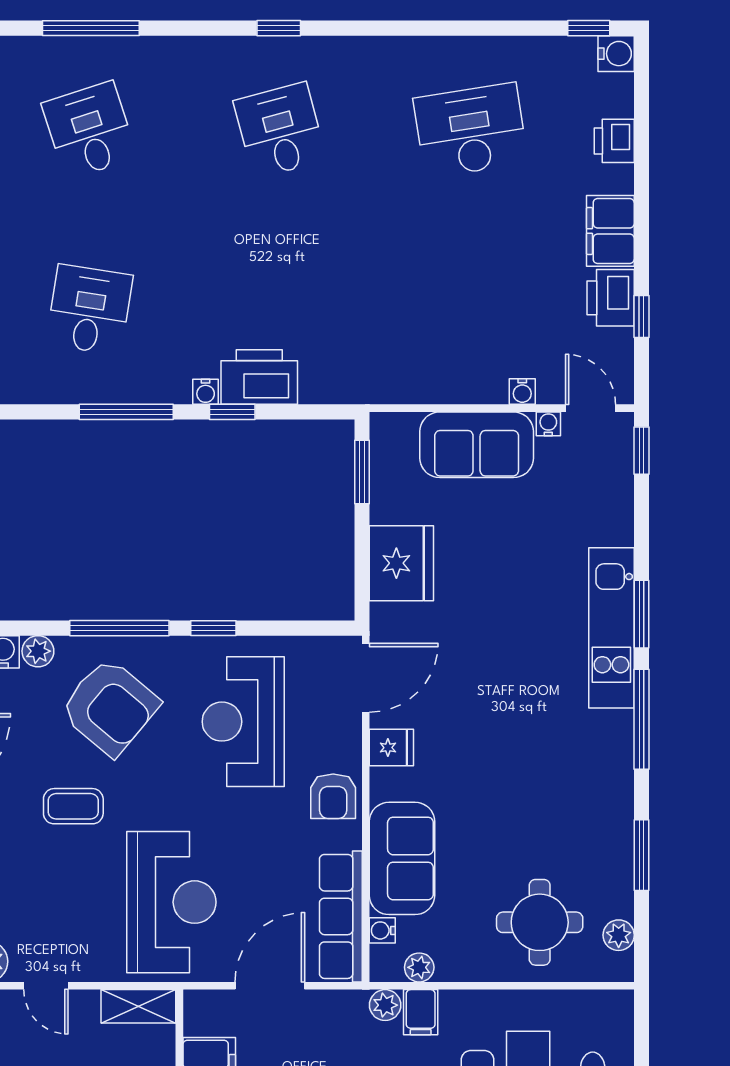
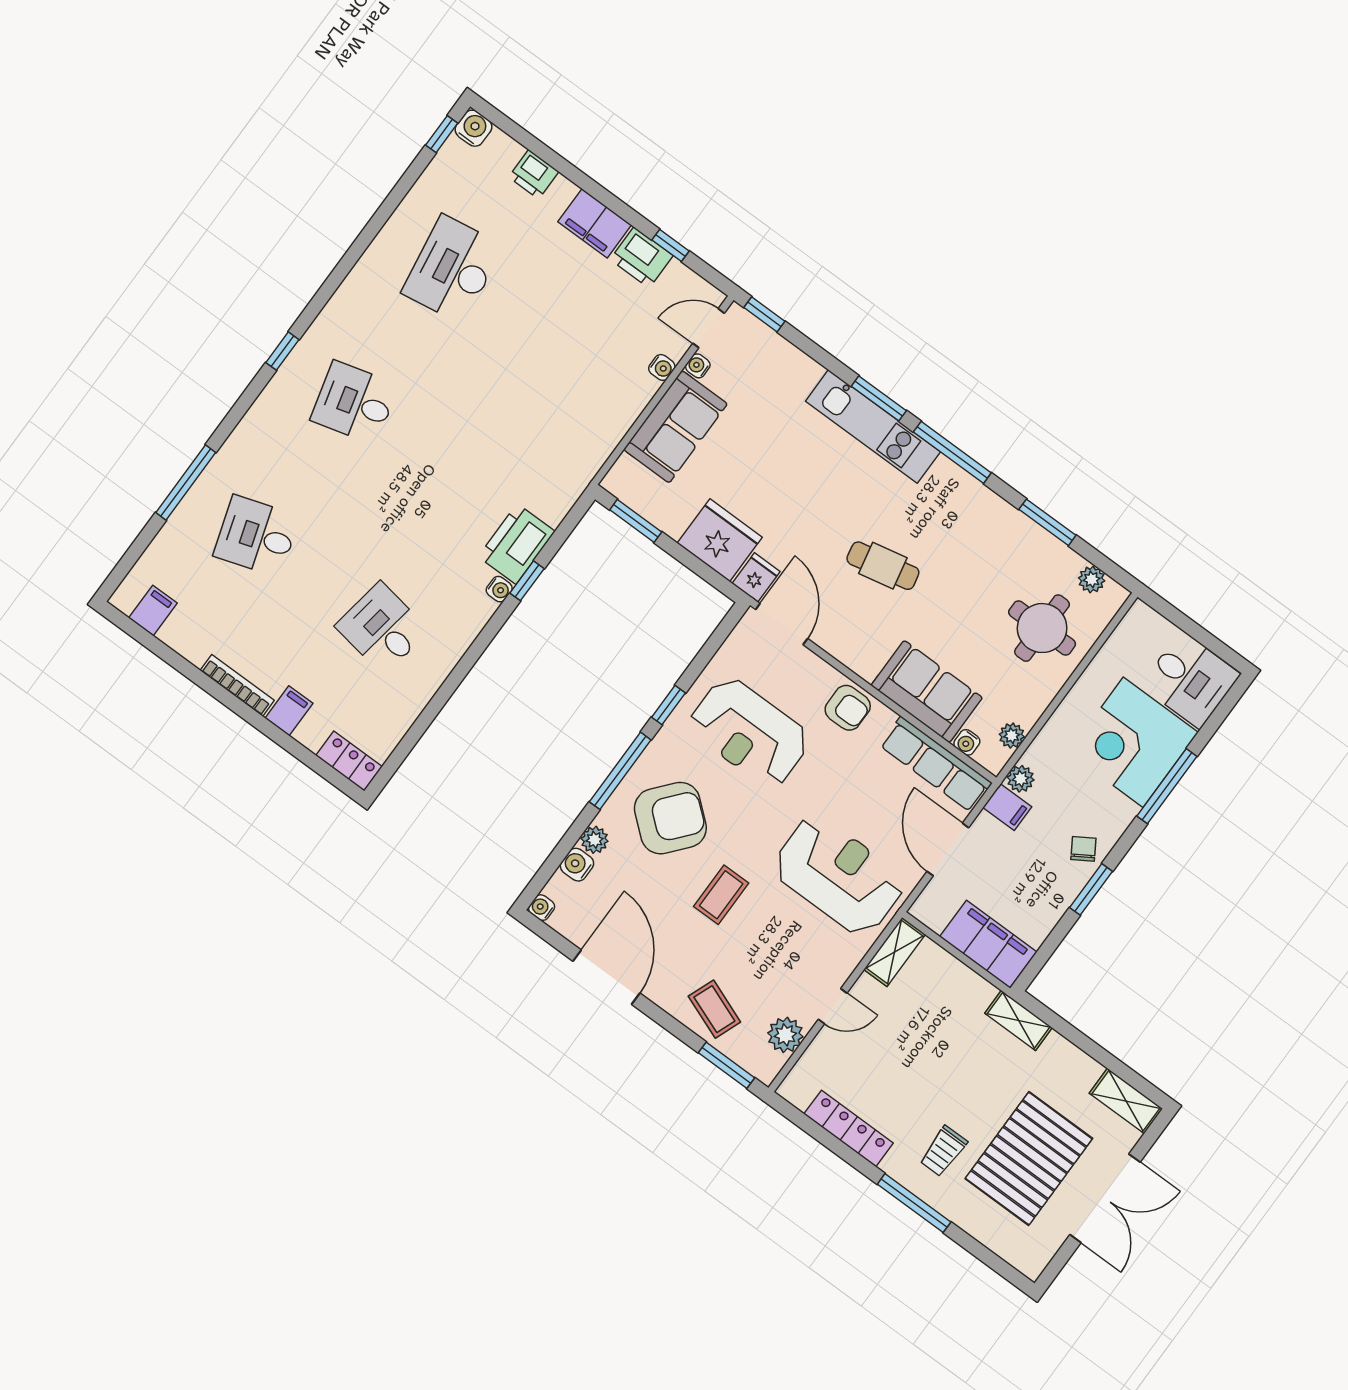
window: (126, 412) -> (472, 655), removed
cafe table: (489, 732) -> (883, 566), added
fridge: (391, 748) -> (756, 578), moved
filing cabinet: (421, 1012) -> (1007, 807), moved

